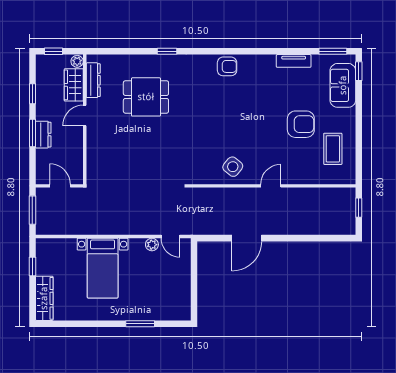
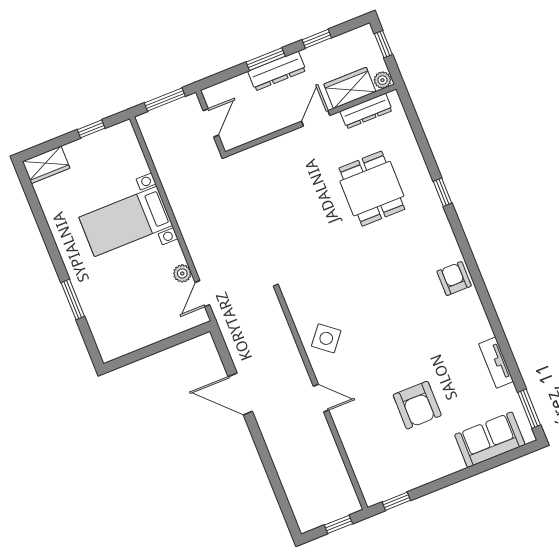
armchair: (227, 66) -> (454, 279), turned 180
window: (359, 71) -> (396, 501), moved
door: (85, 116) -> (316, 118), hinge flipped
dresser: (43, 135) -> (277, 71), width x1.44
coffee table: (333, 149) -> (402, 460), removed
wardrobe: (44, 298) -> (46, 165), width x0.67

